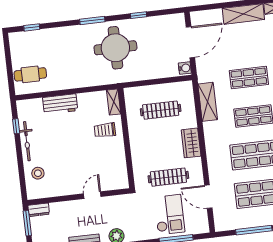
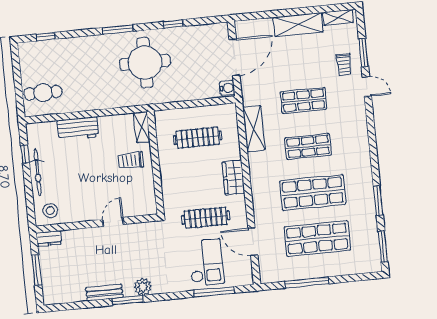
door: (92, 195) -> (113, 222), moved
wall: (79, 197) -> (97, 224), moved
dresser: (39, 210) -> (49, 238), moved

